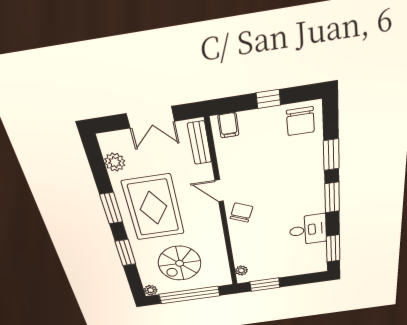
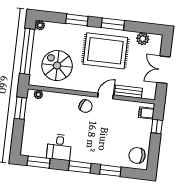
window: (268, 99) -> (157, 126), moved
bench: (200, 143) -> (128, 92), moved
spiral stairs: (180, 263) -> (57, 66), moved

